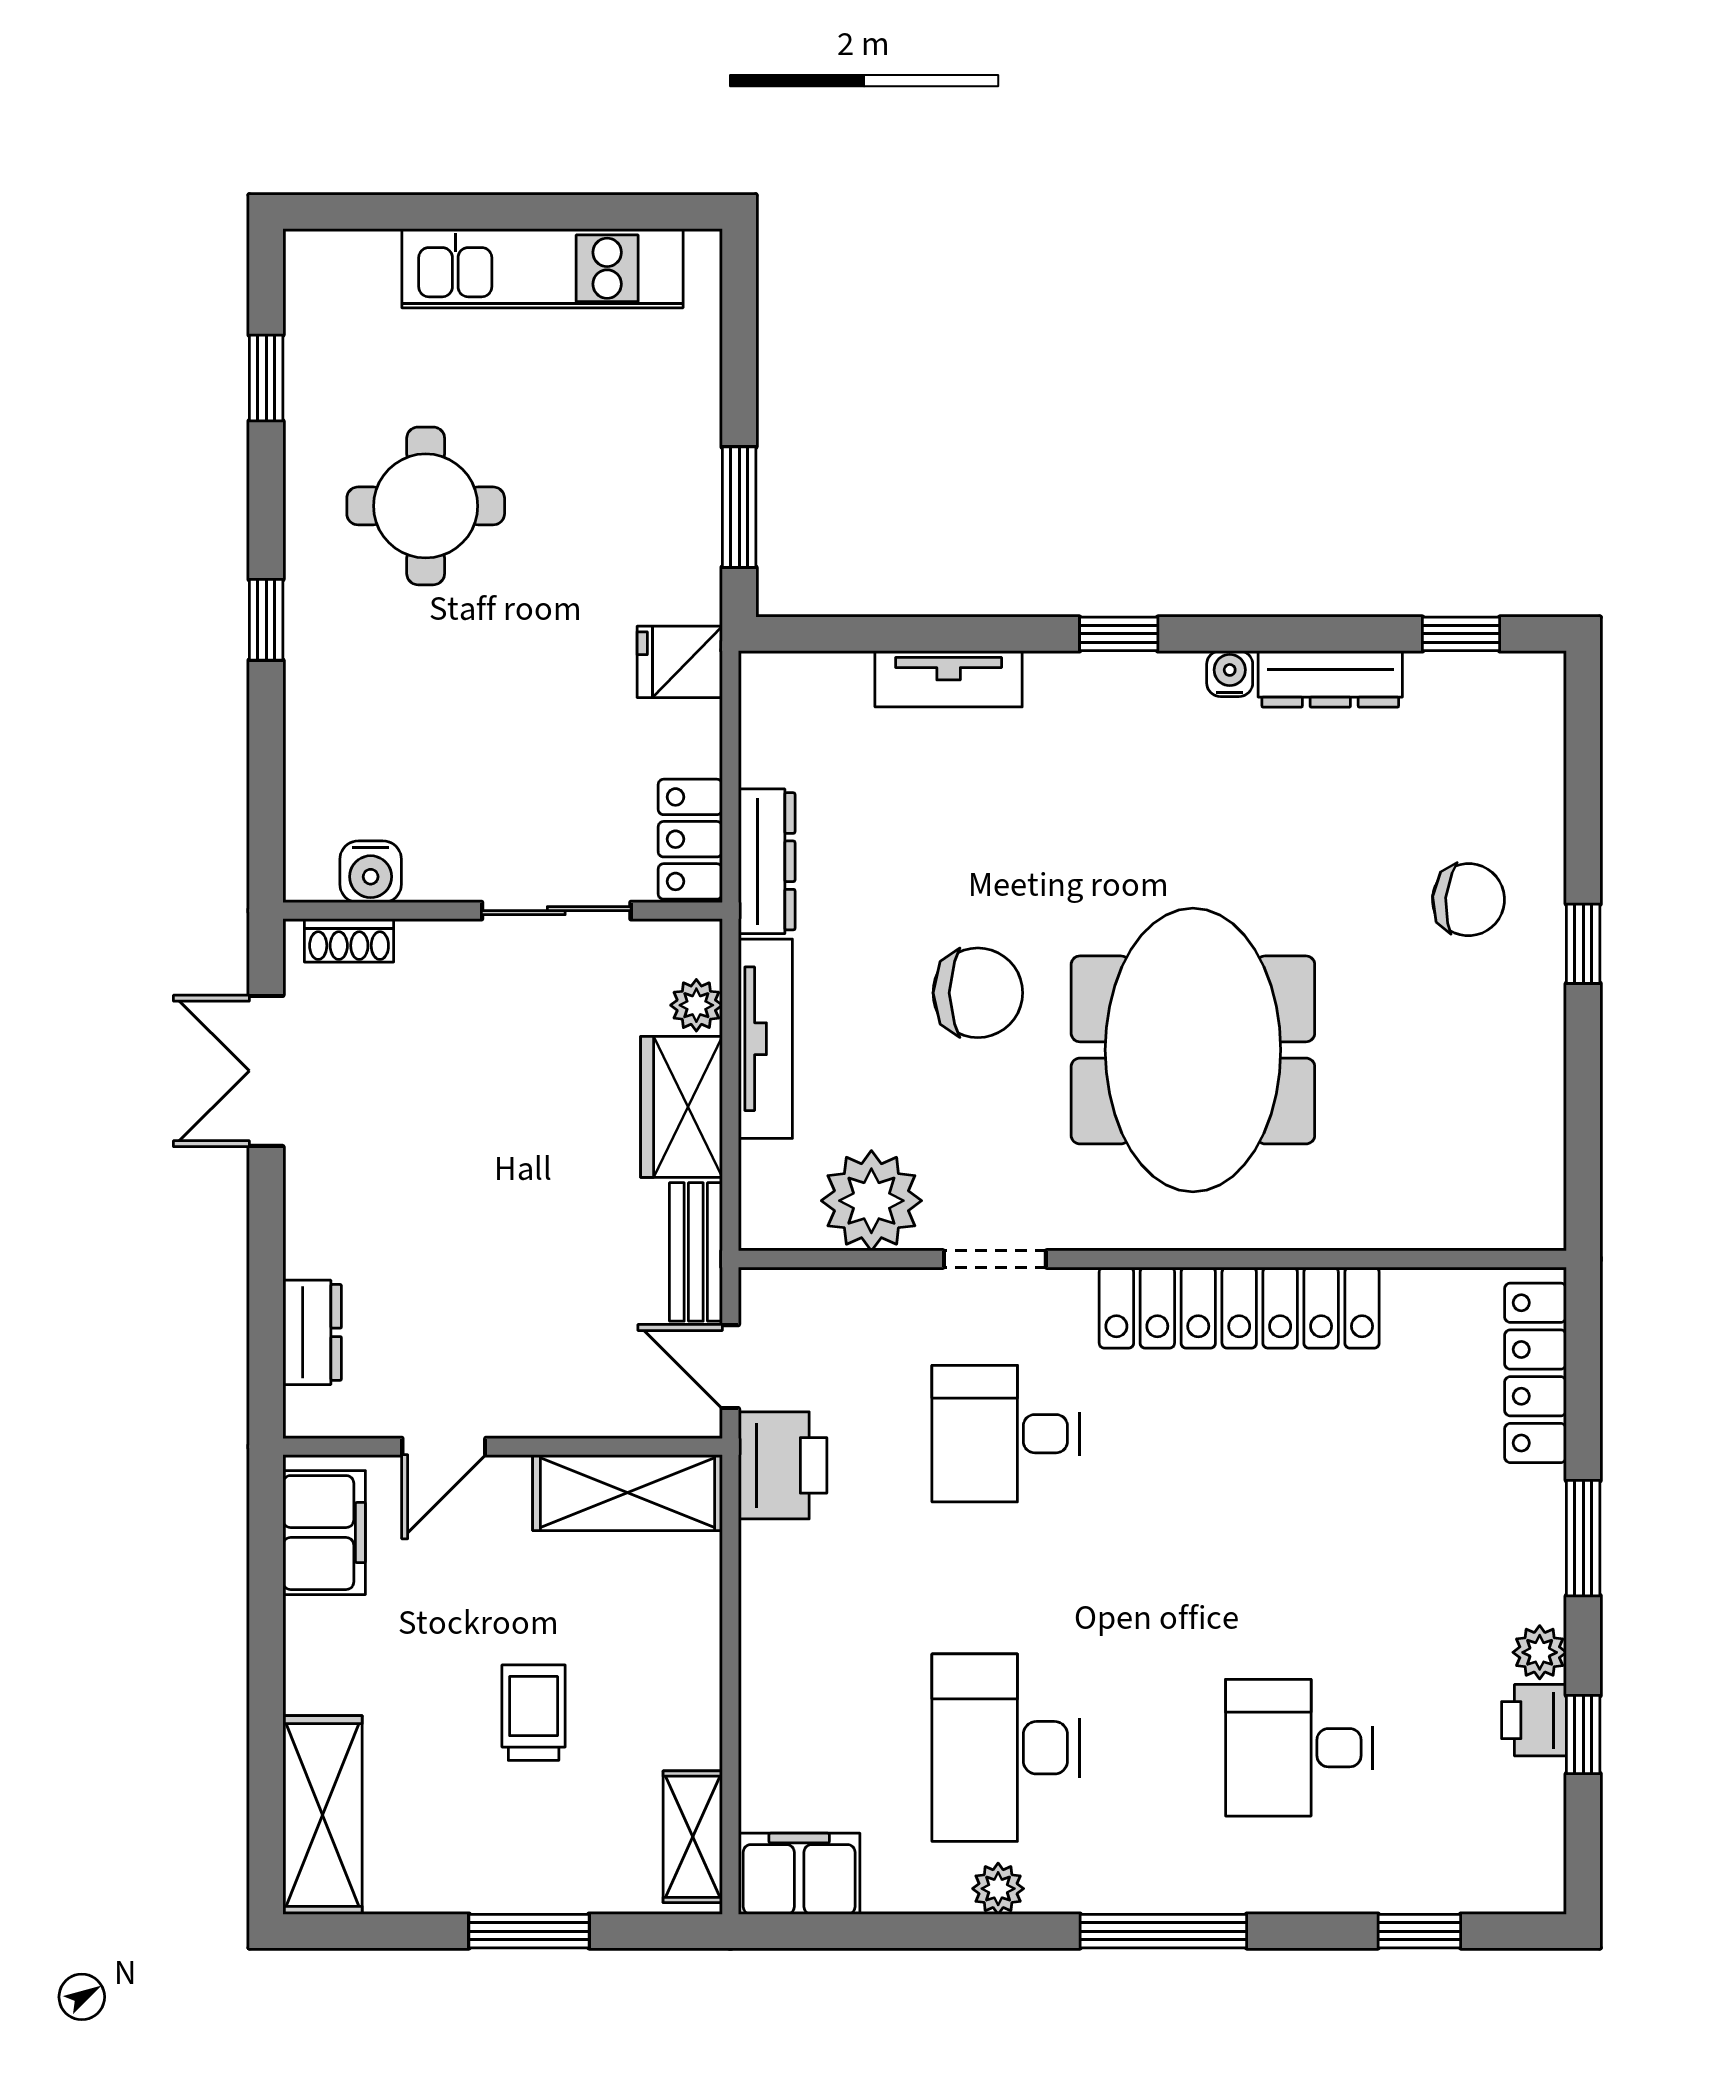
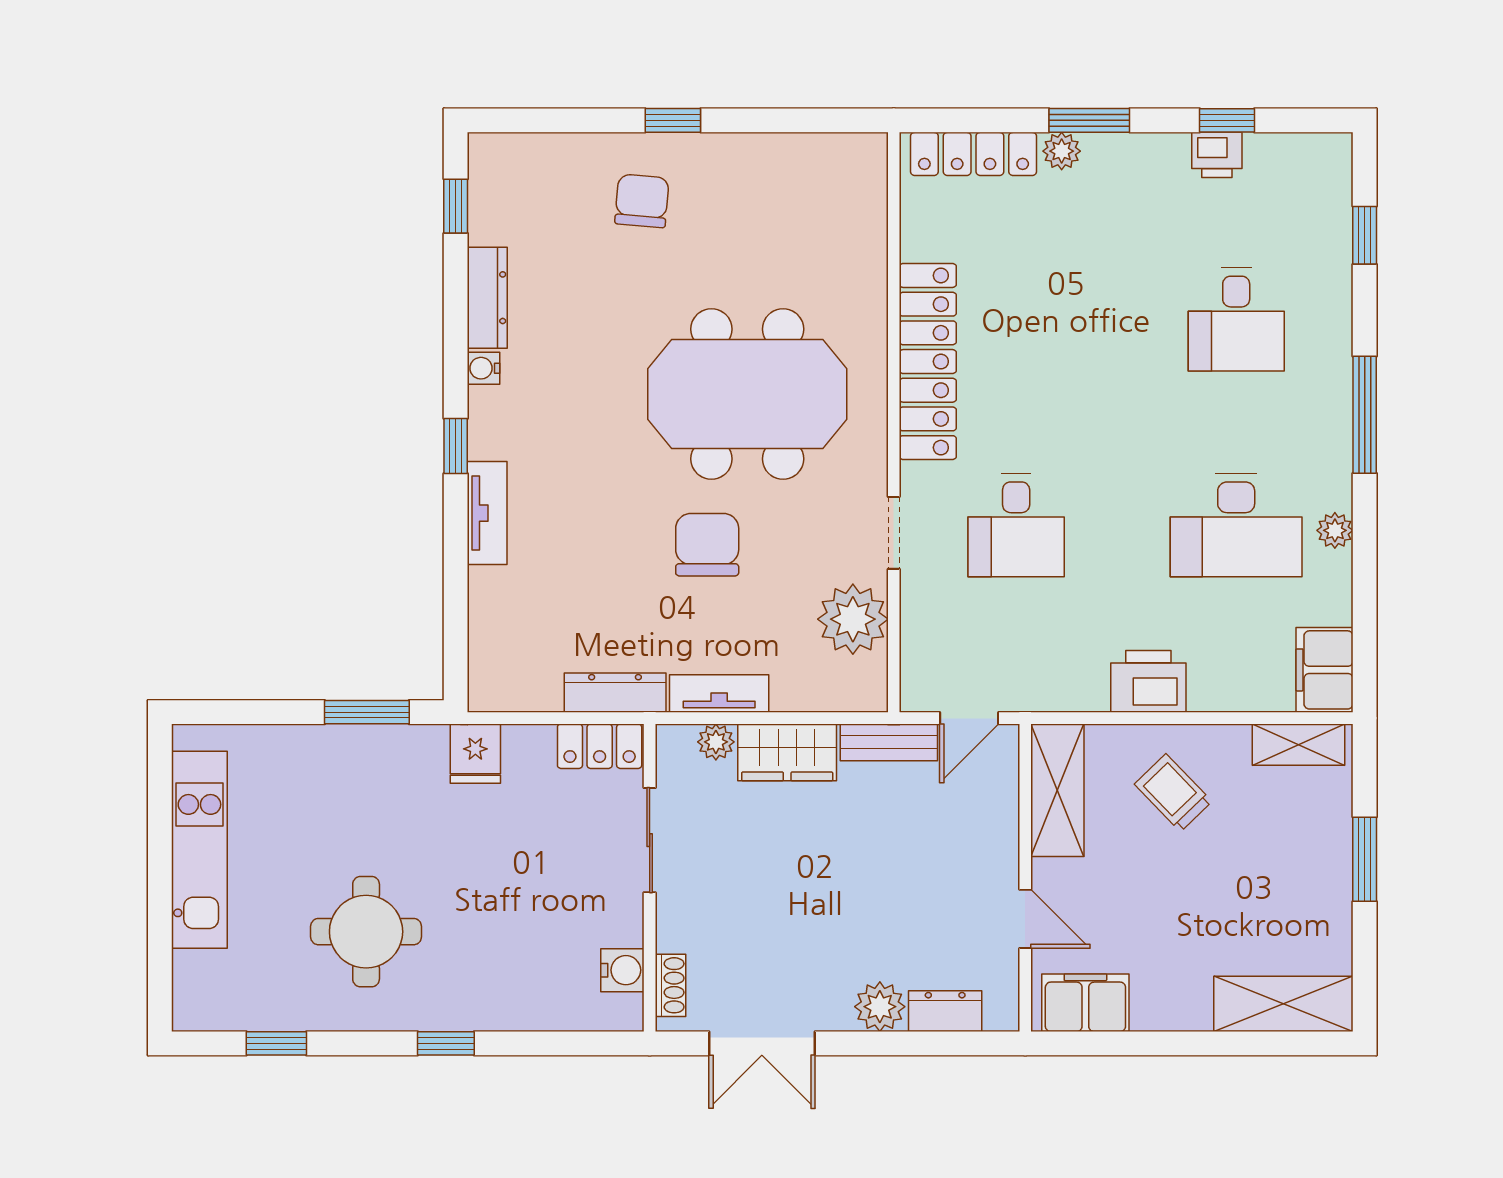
tv unit: (949, 679) -> (487, 513), moved
tv unit: (765, 1039) -> (719, 694), width x0.71
plant: (319, 1239) -> (880, 1007), added
printer: (783, 1465) -> (1148, 681), moved
plant: (1540, 1652) -> (1062, 151), moved
trolley: (534, 1713) -> (1173, 793), moved, turned 46

